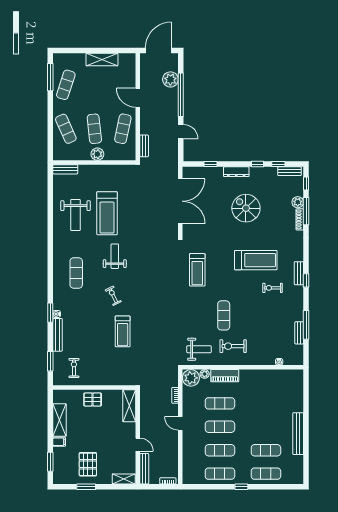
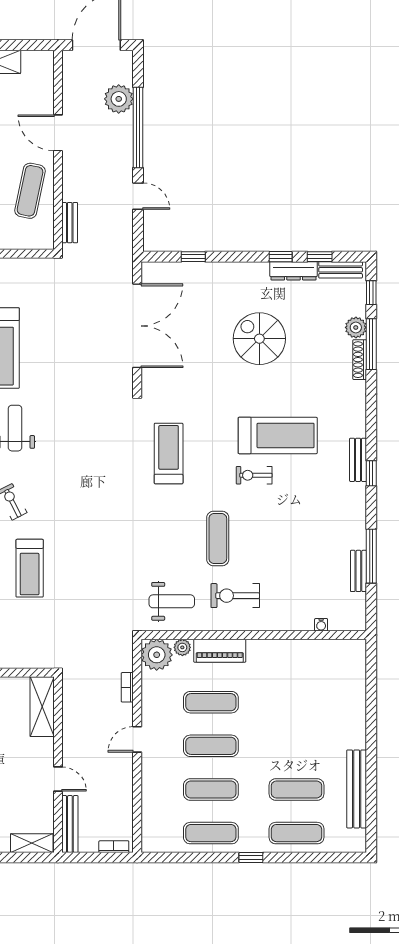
dresser: (236, 172) -> (294, 271), moved
treadmill: (197, 270) -> (169, 453), turned 180
exercise bike: (272, 288) -> (254, 475), moved
door: (180, 423) -> (137, 739), hinge flipped
bench: (298, 434) -> (357, 789), moved

